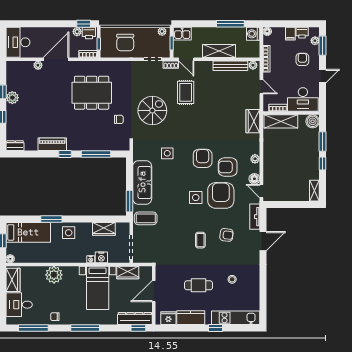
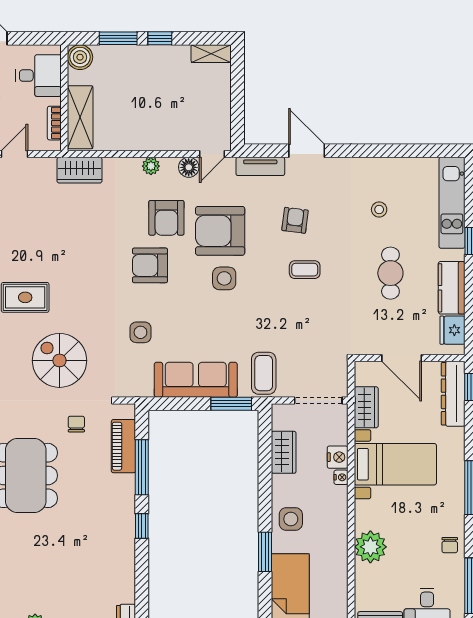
desk: (303, 99) -> (38, 76), width x0.73
piano: (52, 144) -> (123, 446), moved

